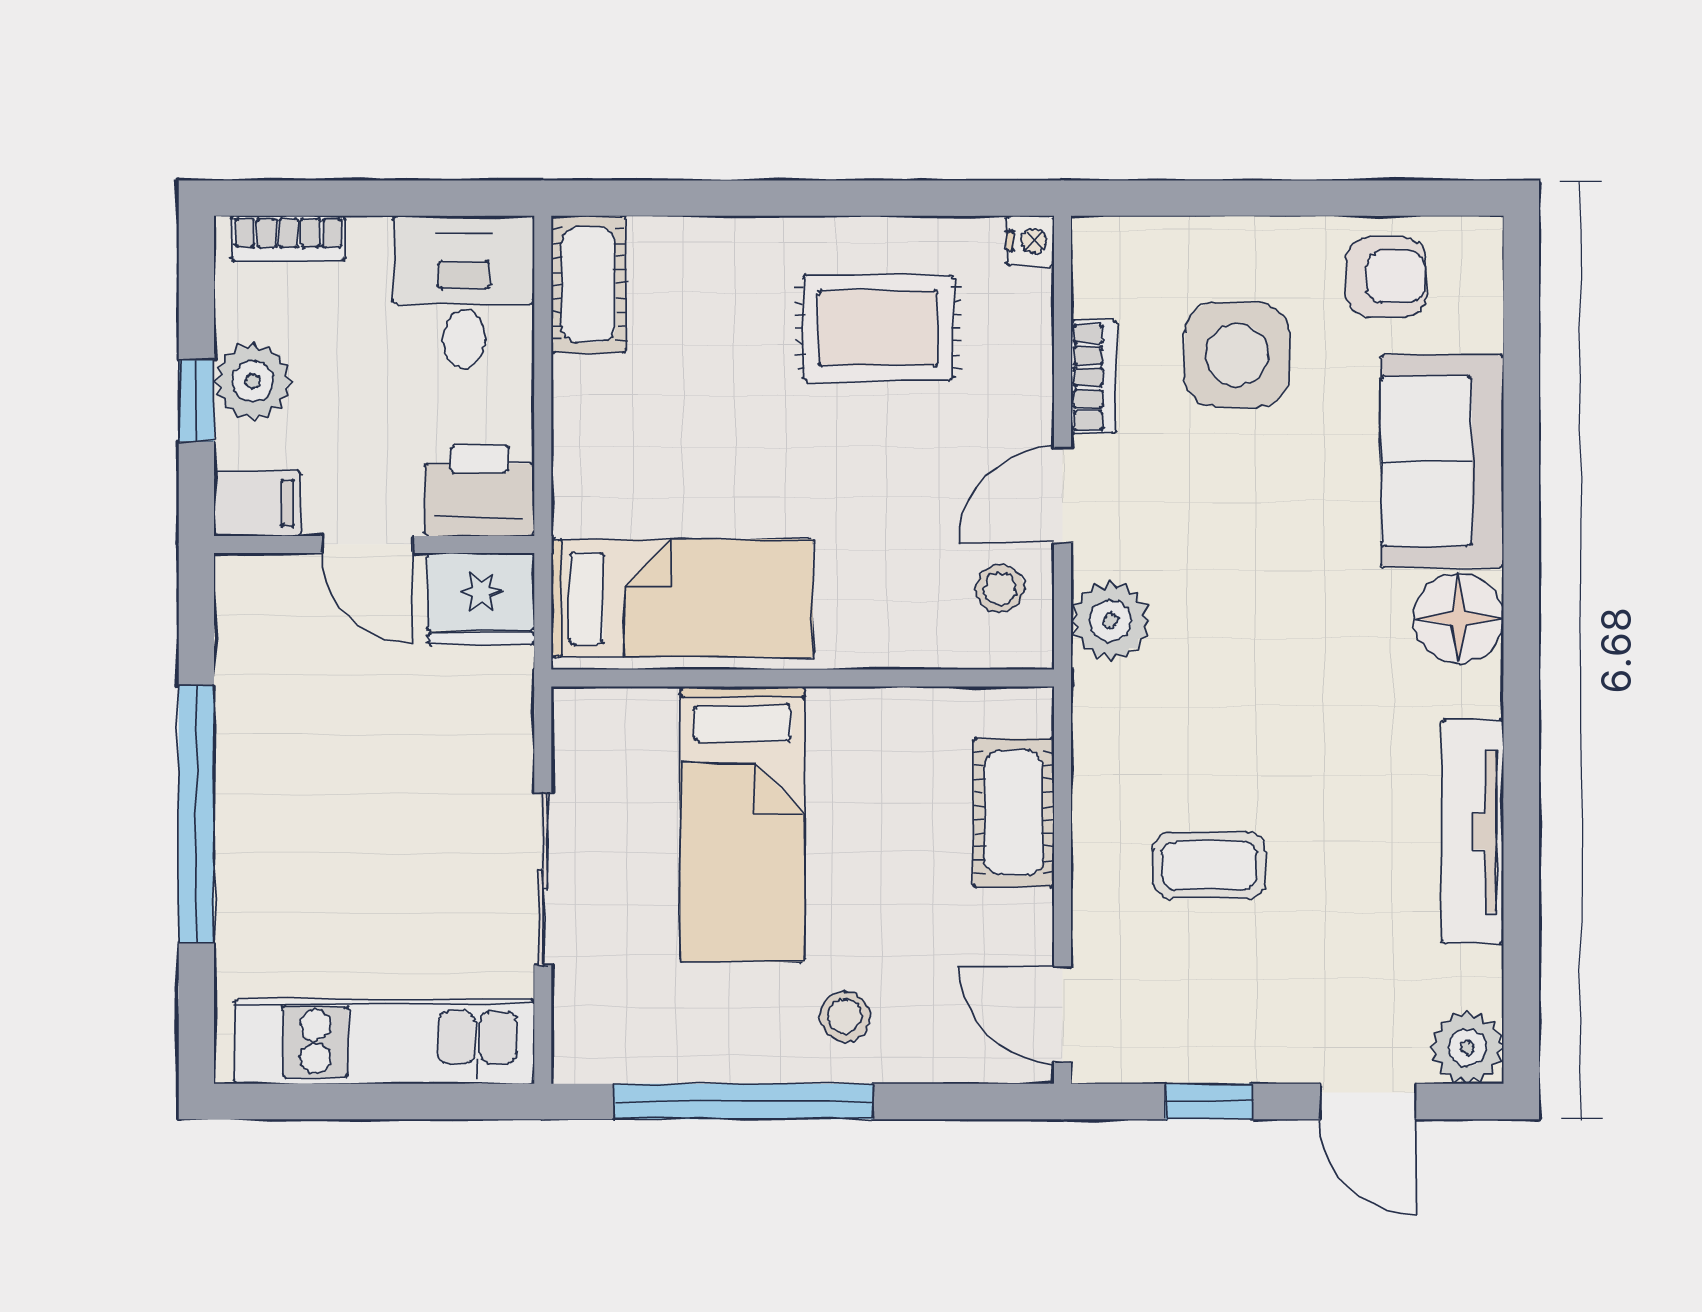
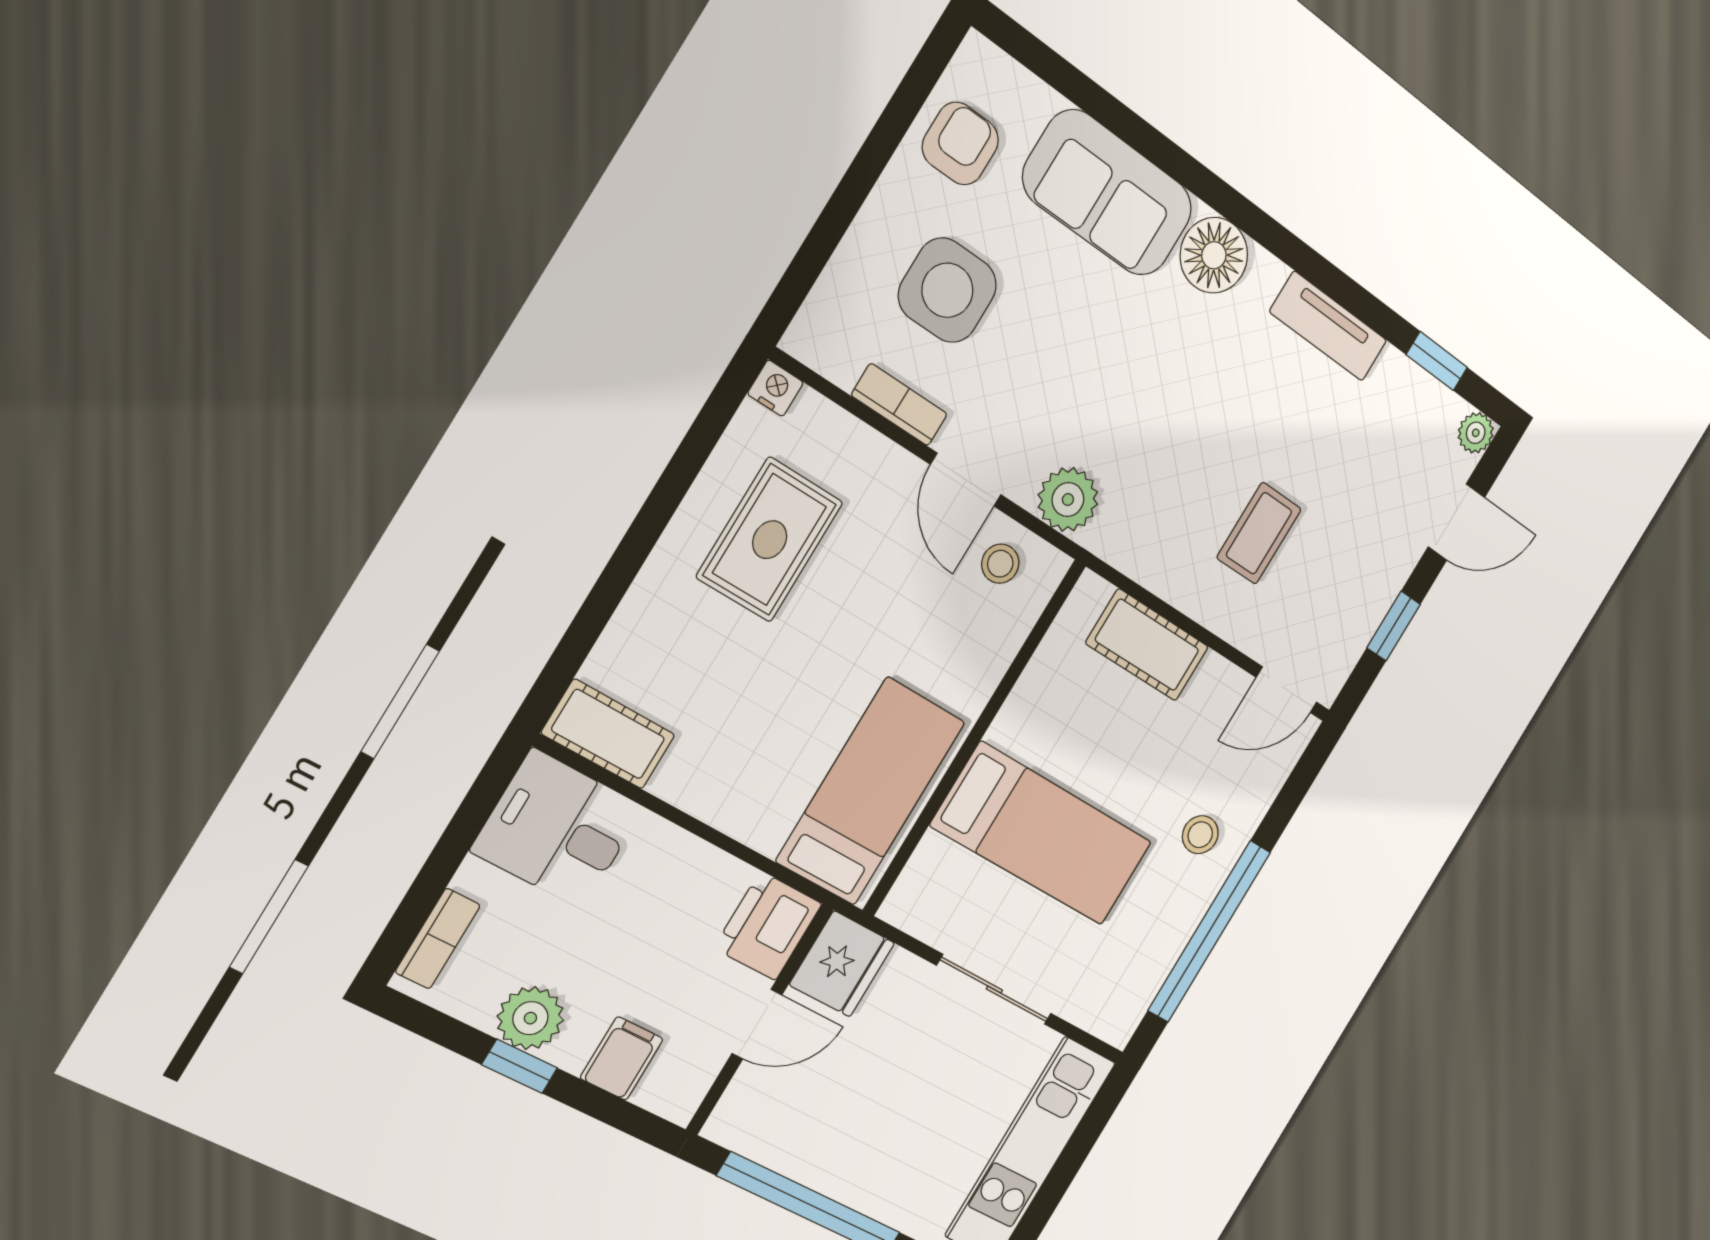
printer: (479, 491) -> (768, 926), moved
door: (367, 544) -> (757, 1024), moved
wall: (374, 544) -> (760, 1019), moved
fridge: (481, 599) -> (842, 964), moved
tv unit: (1473, 831) -> (1328, 326), width x0.71
window: (1521, 955) -> (1437, 361), added
plant: (1467, 1047) -> (1476, 433), width x0.73, depth x0.73

